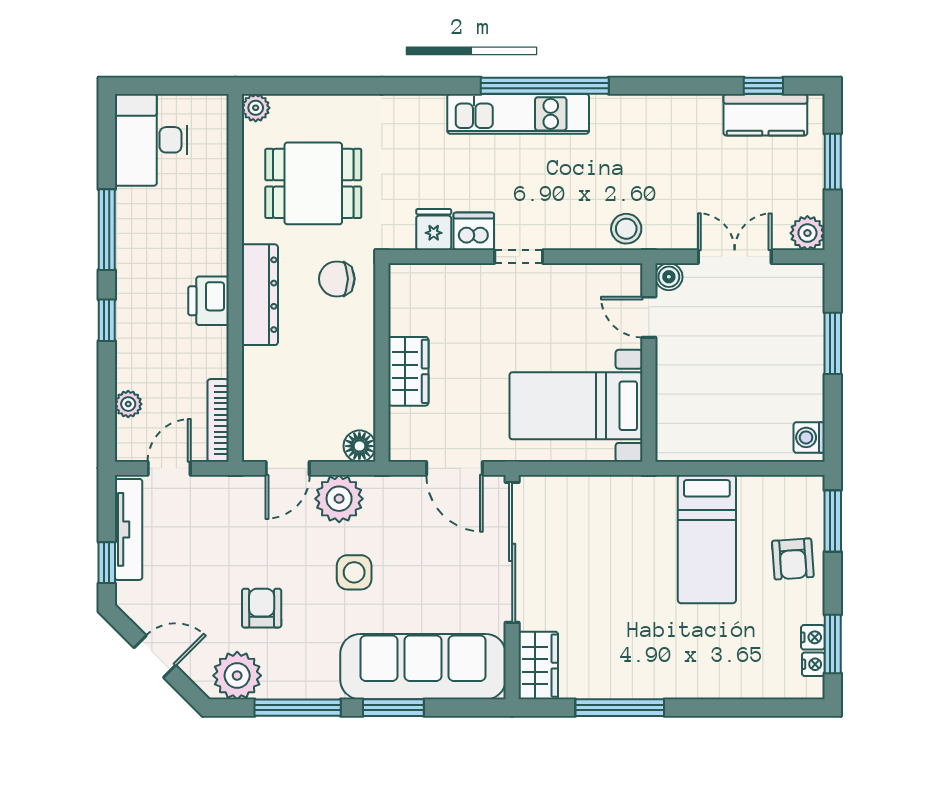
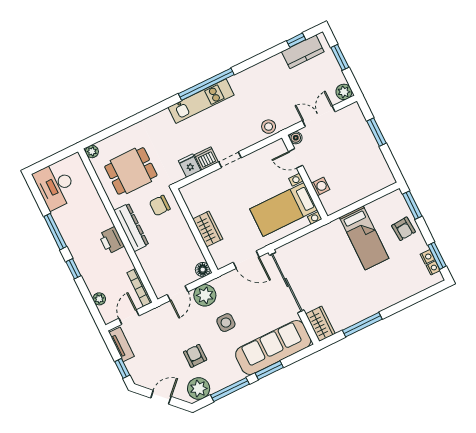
washing machine: (809, 437) -> (321, 186), moved, turned 180
tv unit: (129, 529) -> (122, 344), width x0.71

